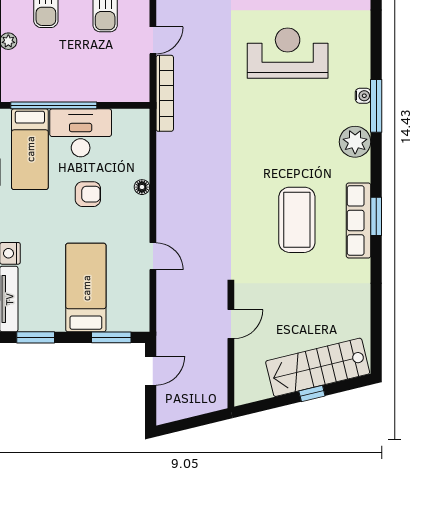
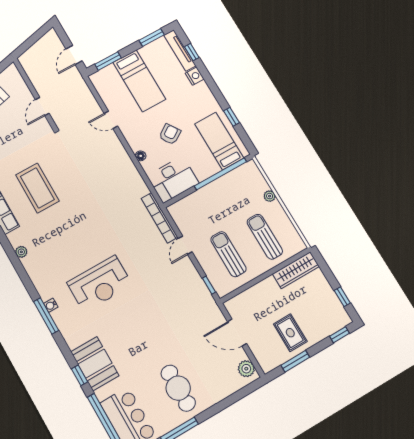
water cooler: (363, 96) -> (51, 305), moved
window: (376, 106) -> (46, 316), moved
desk: (81, 133) -> (173, 180), moved
plant: (355, 142) -> (21, 252), width x0.53, depth x0.53
armchair: (88, 194) -> (170, 134), turned 147

